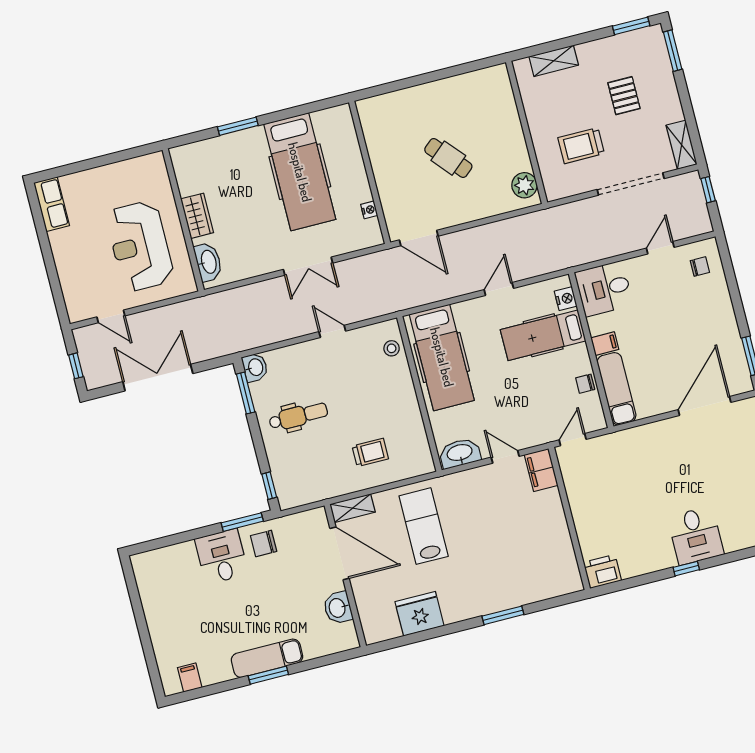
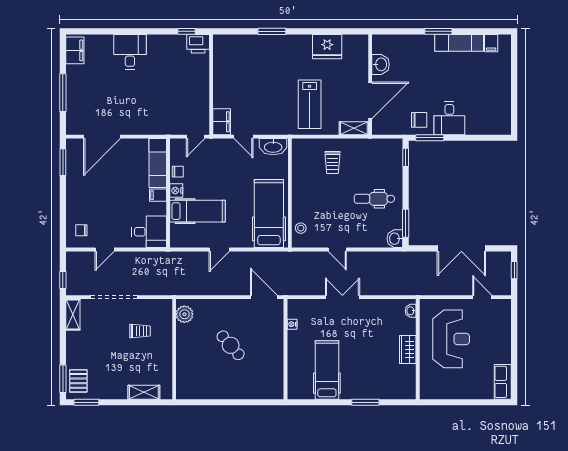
pallet: (624, 96) -> (78, 381), moved
trolley: (581, 146) -> (140, 331), width x0.73, depth x0.72
hospital bed: (300, 172) -> (327, 370), width x0.73, depth x0.78
washbasin: (208, 262) -> (411, 311), width x0.52, depth x0.69
nightstand: (566, 299) -> (176, 191), moved
trolley: (370, 452) -> (333, 162), turned -90
door: (340, 553) -> (370, 100), swing flipped
window: (686, 569) -> (186, 31), moved
exam couch: (267, 658) -> (459, 43), moved

